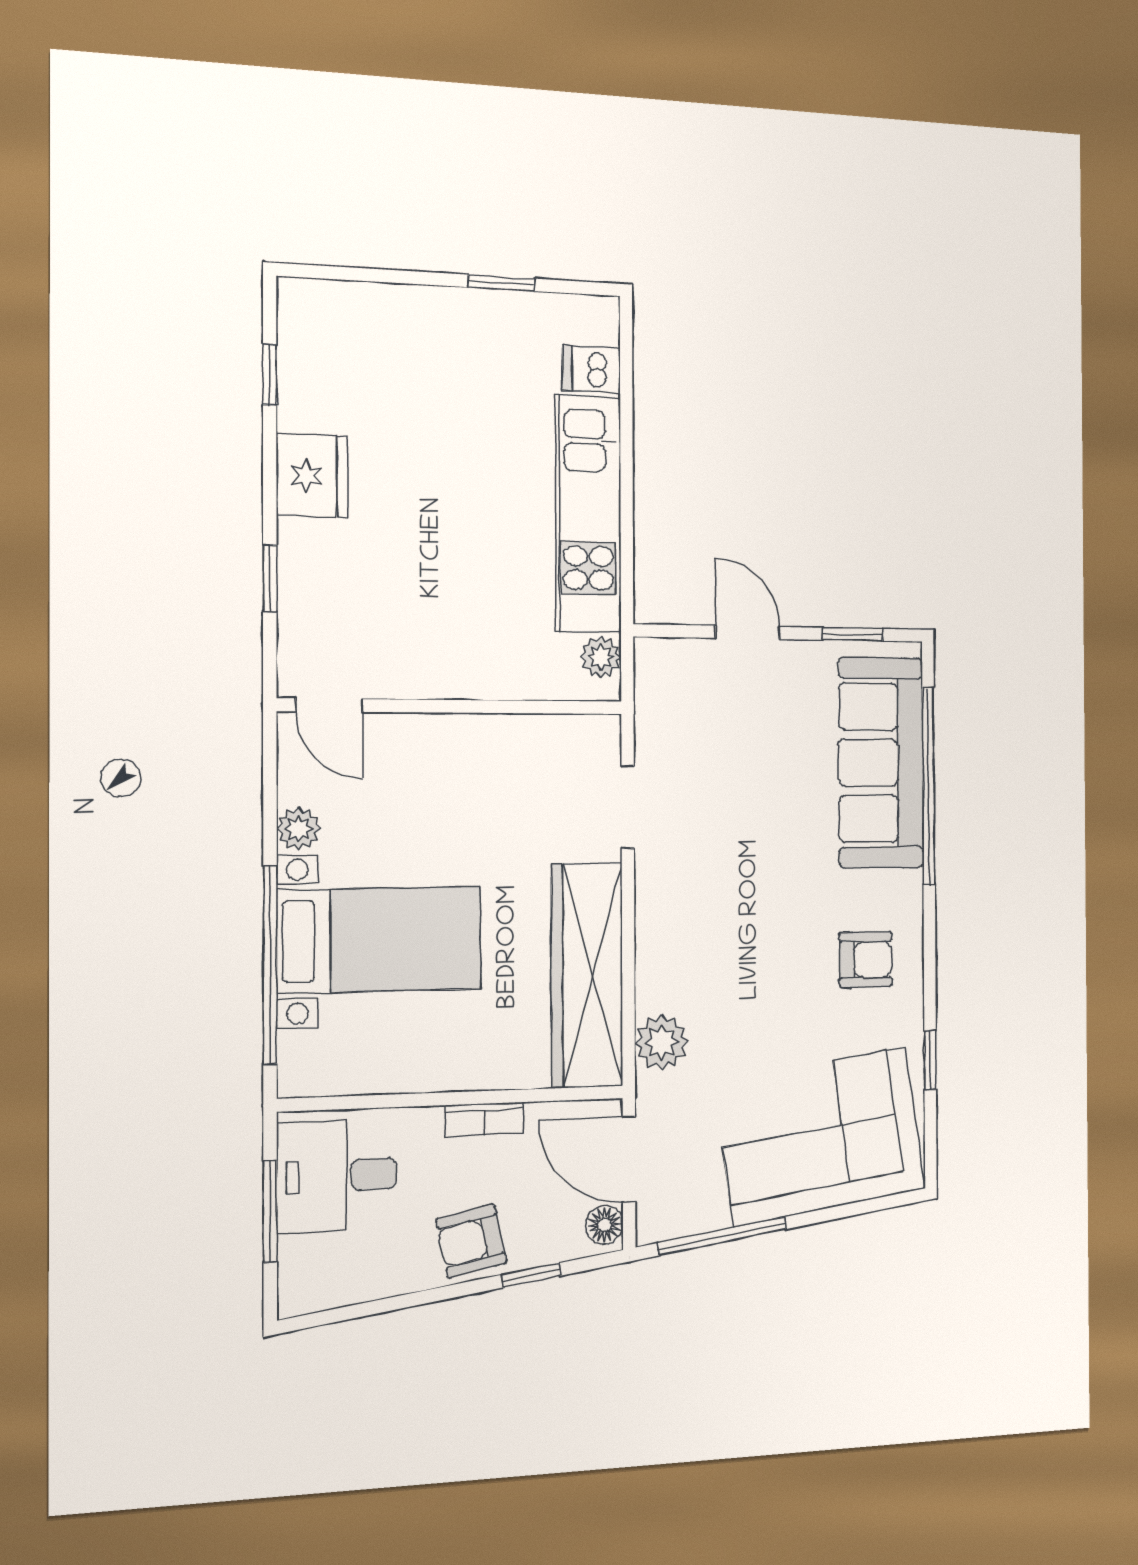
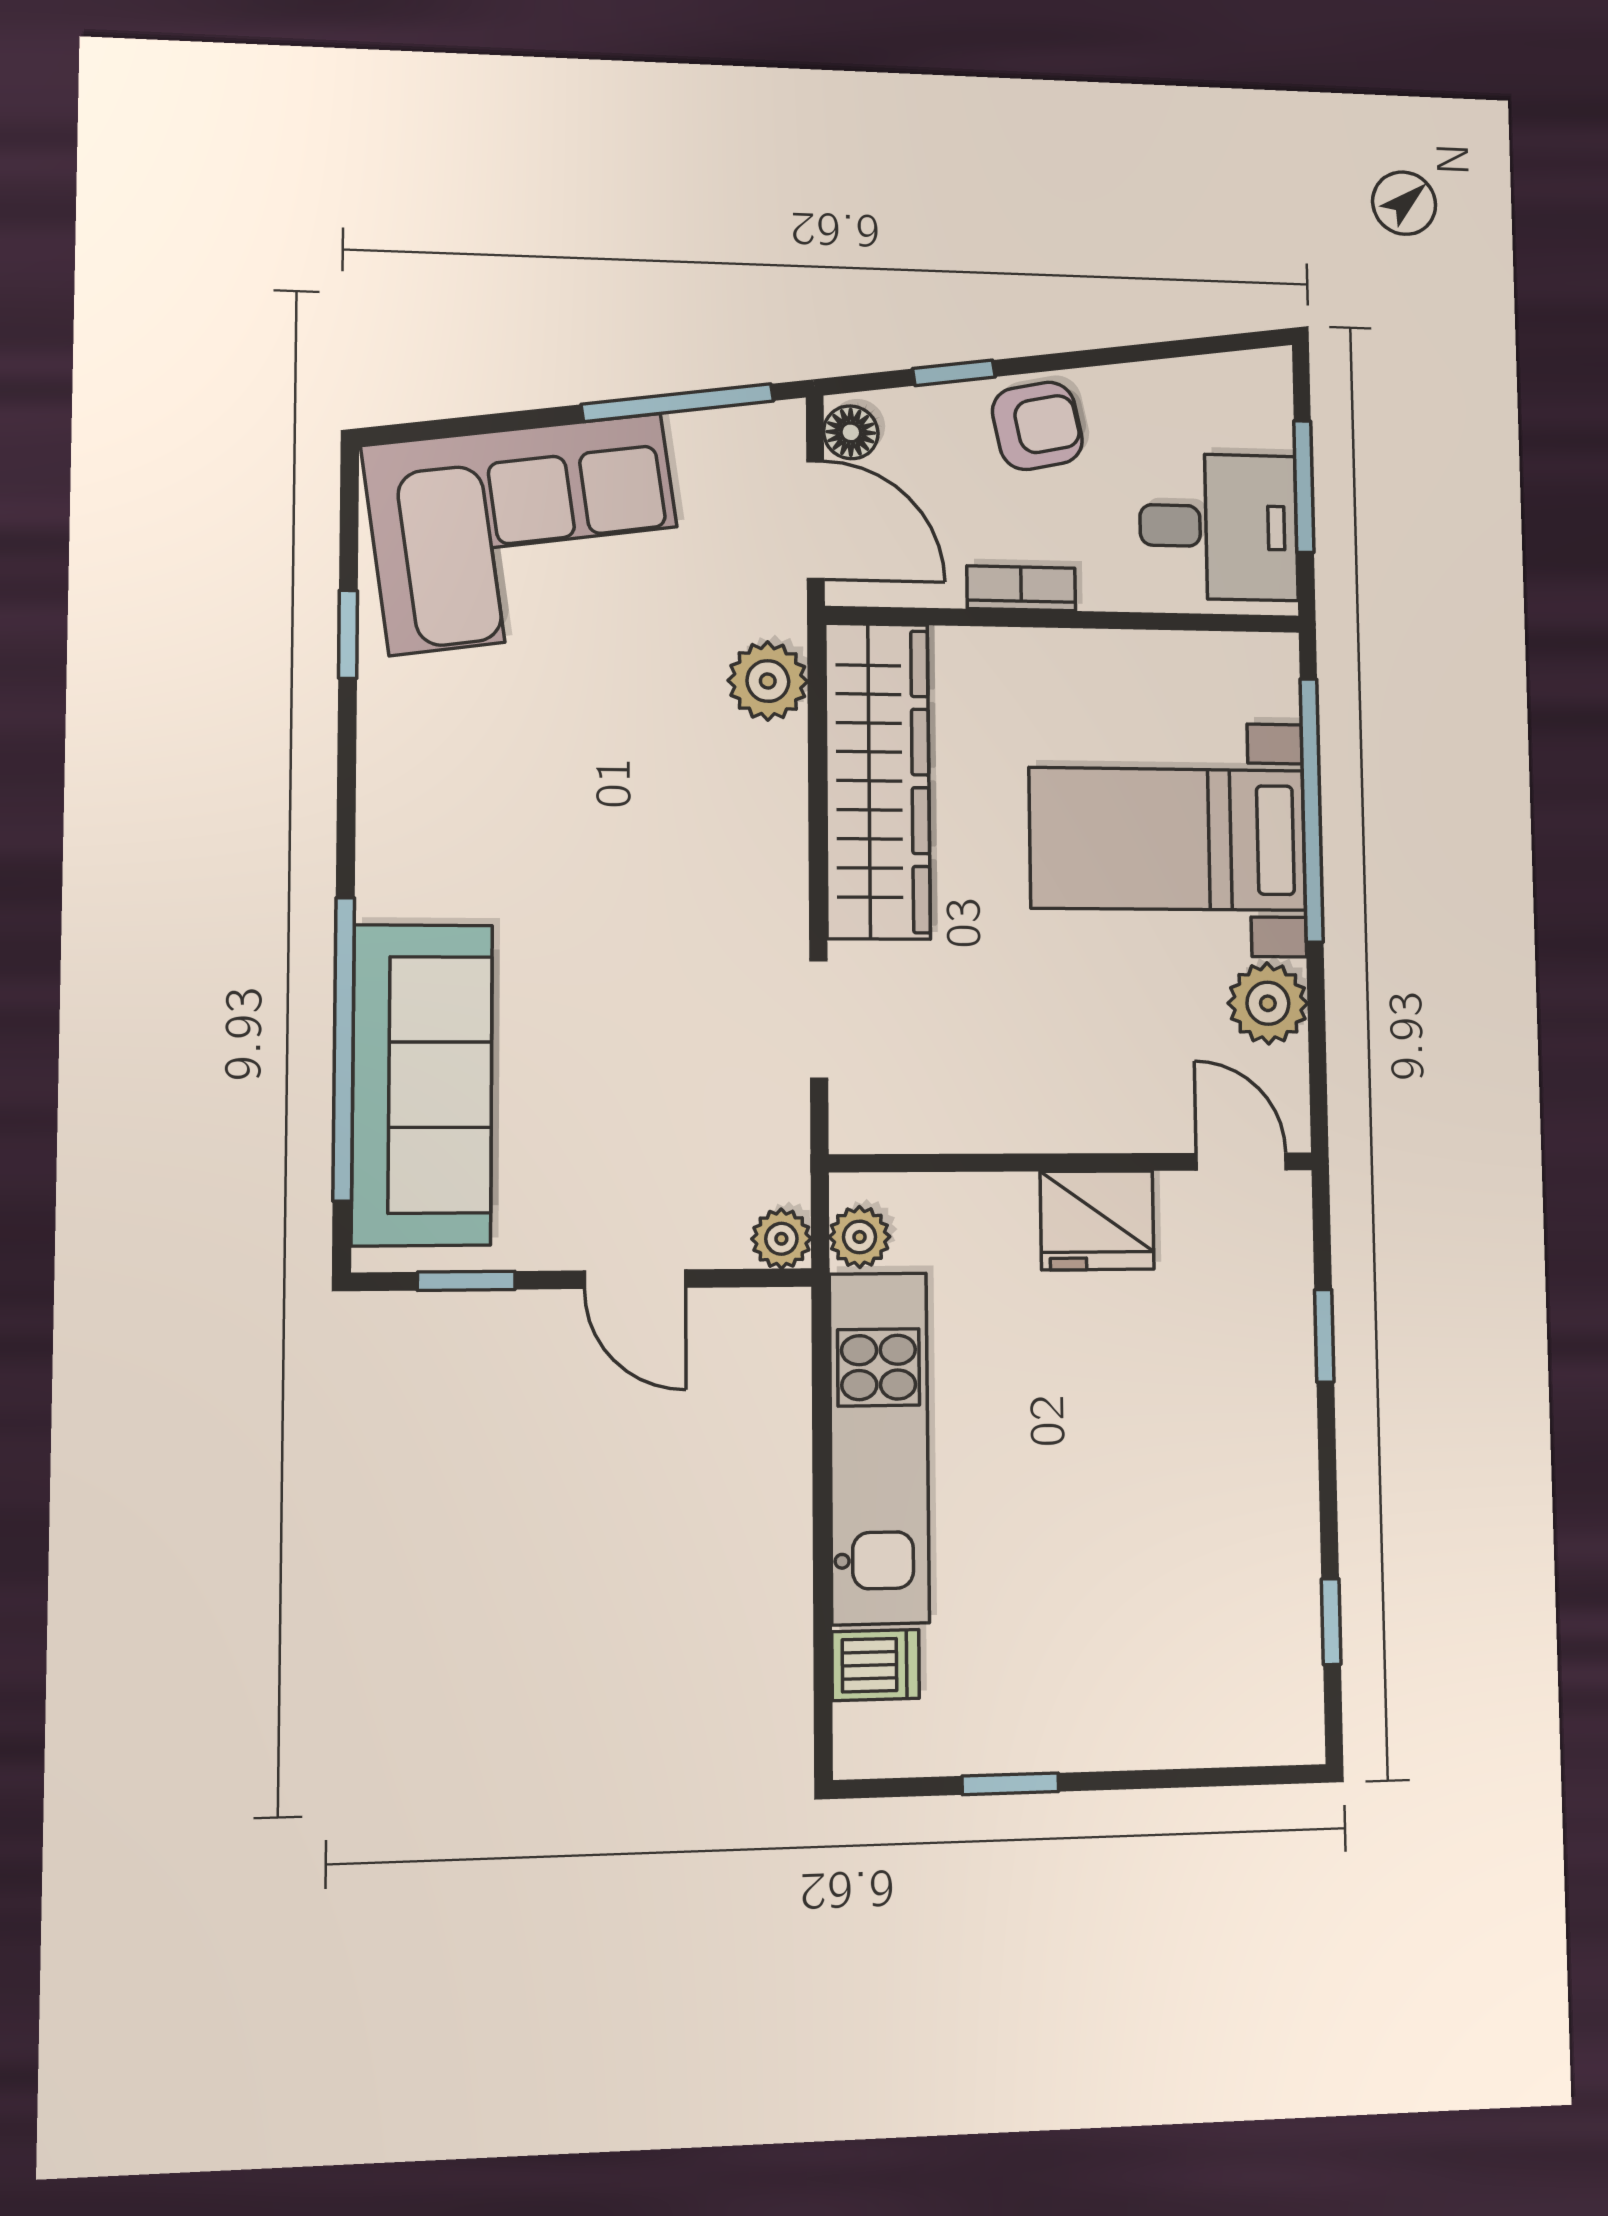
fridge: (312, 476) -> (1097, 1220), moved, turned -90
plant: (653, 657) -> (781, 1239), added
plant: (299, 829) -> (1268, 1003), width x1.38, depth x1.38
armchair: (866, 960) -> (451, 788), removed

